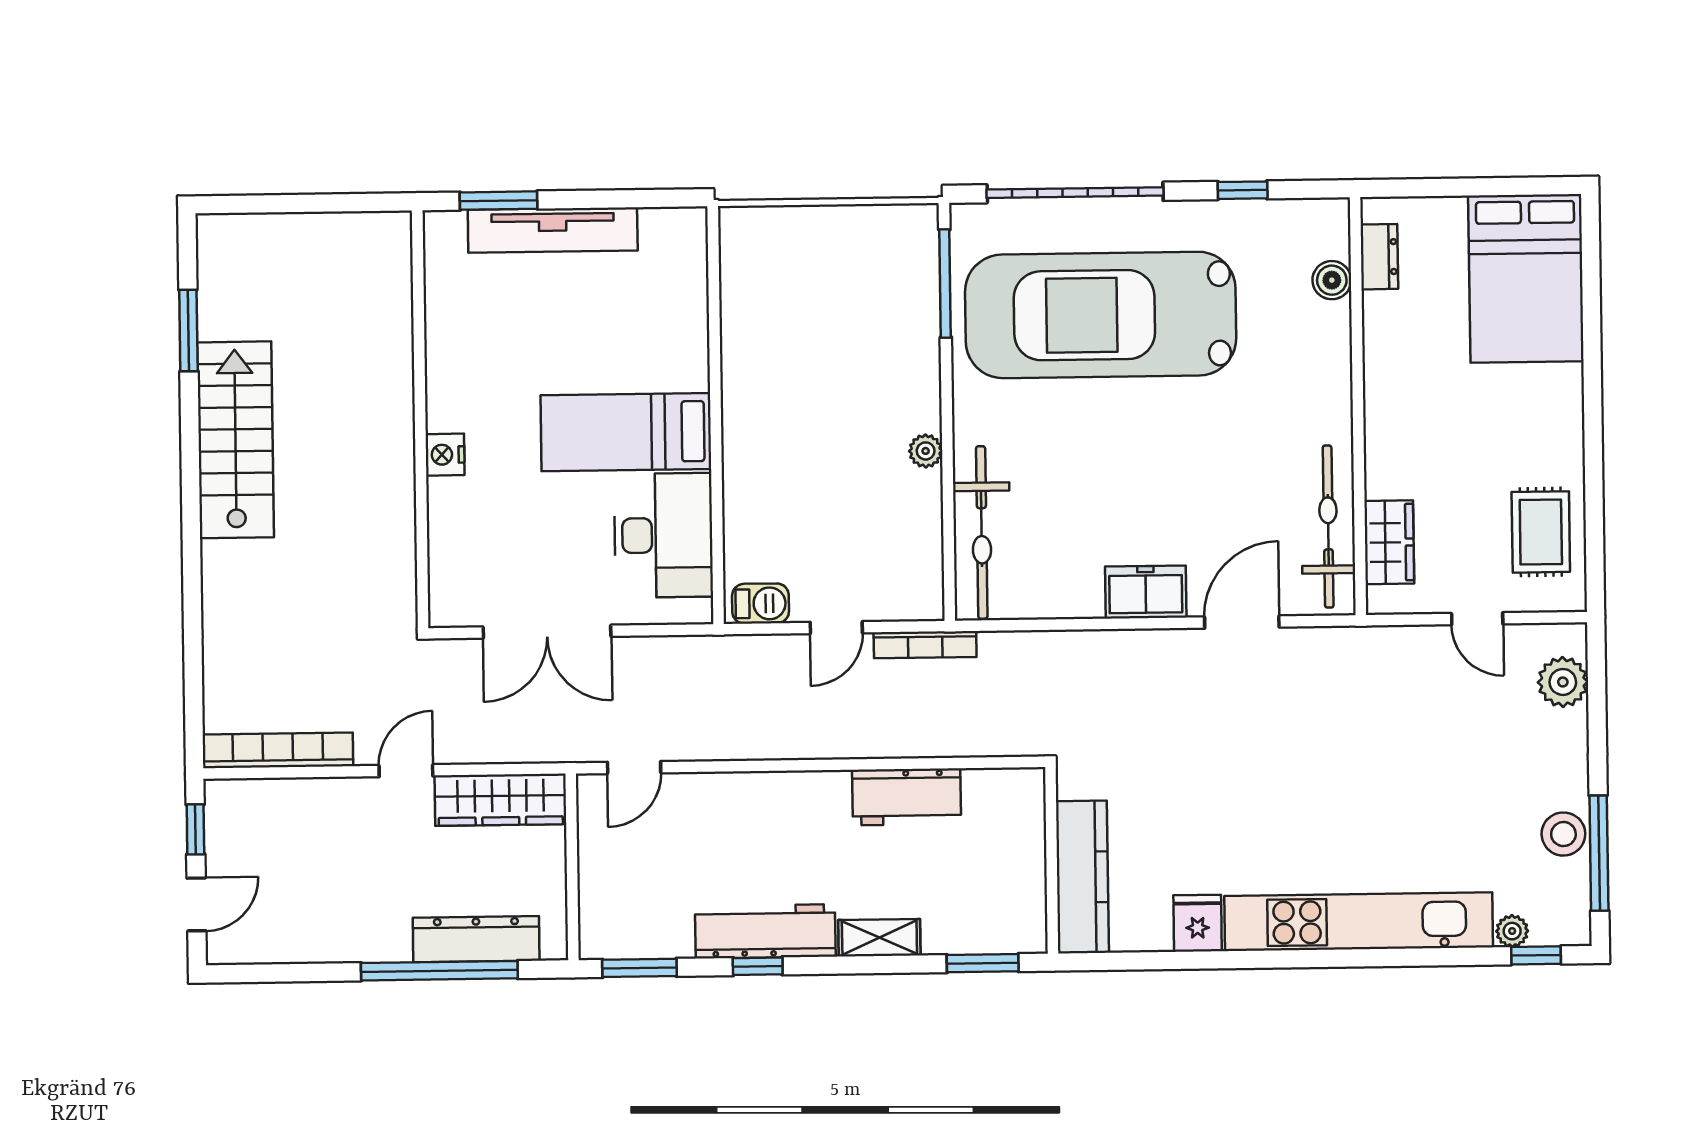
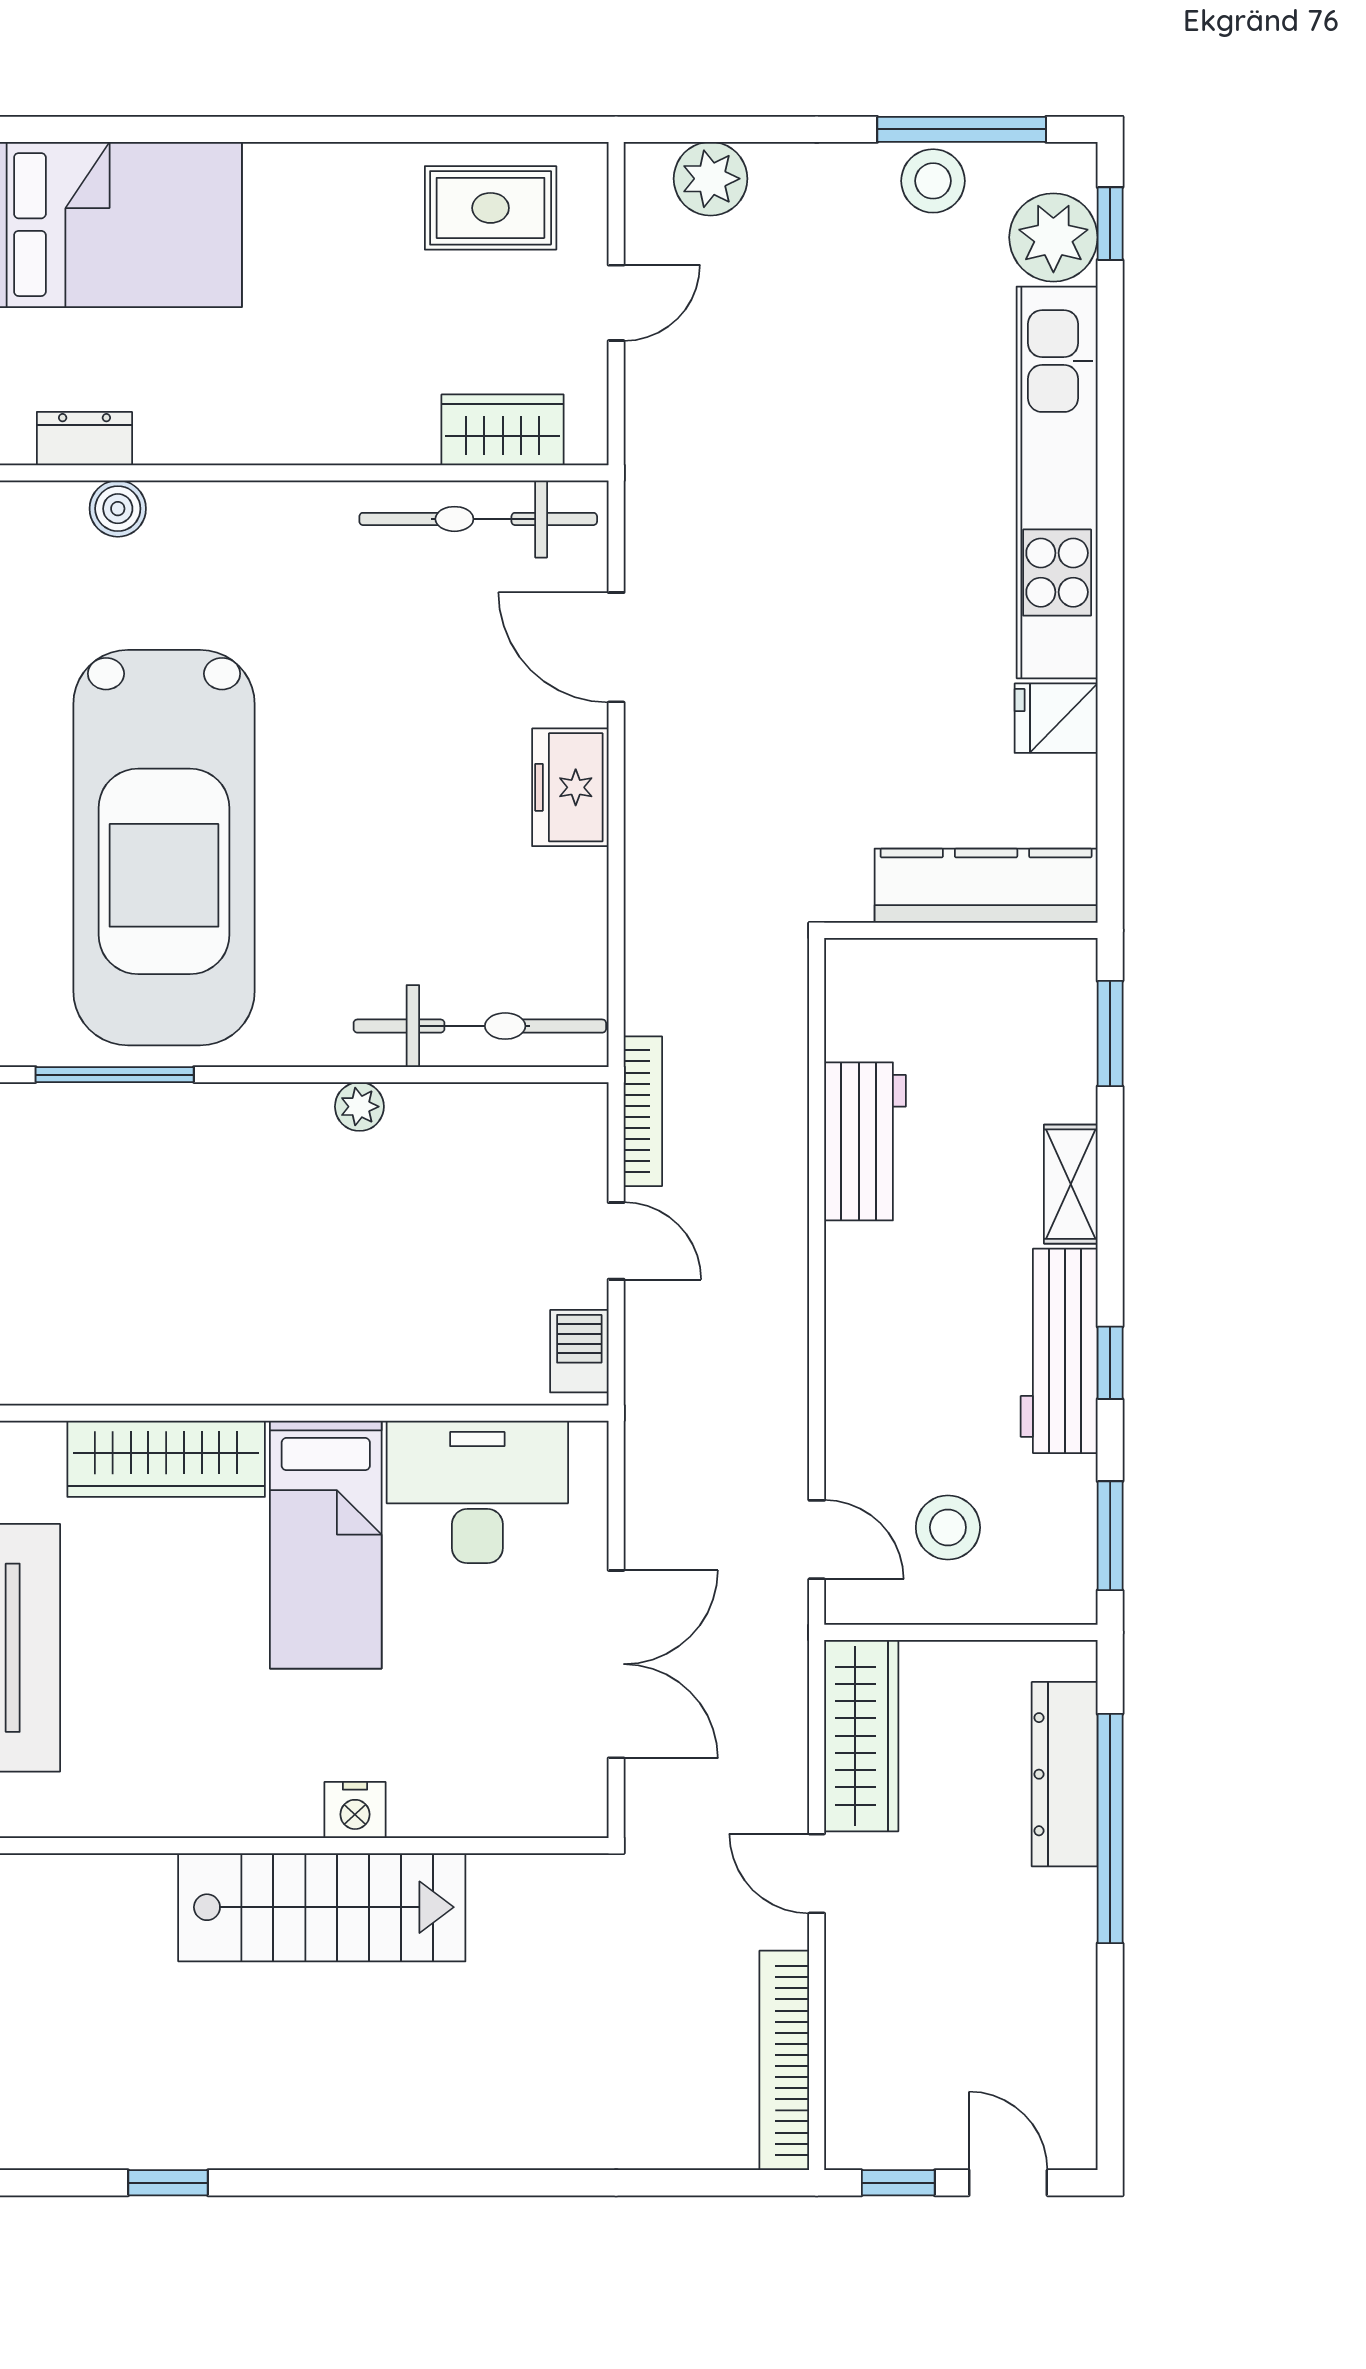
wardrobe: (683, 322) -> (166, 1459), added
window: (188, 330) -> (168, 2183), width x0.67
stairs: (236, 440) -> (322, 1907), moved, turned 180
stool: (644, 857) -> (948, 1527), added
plant: (1512, 931) -> (1053, 237), width x1.88, depth x1.88

